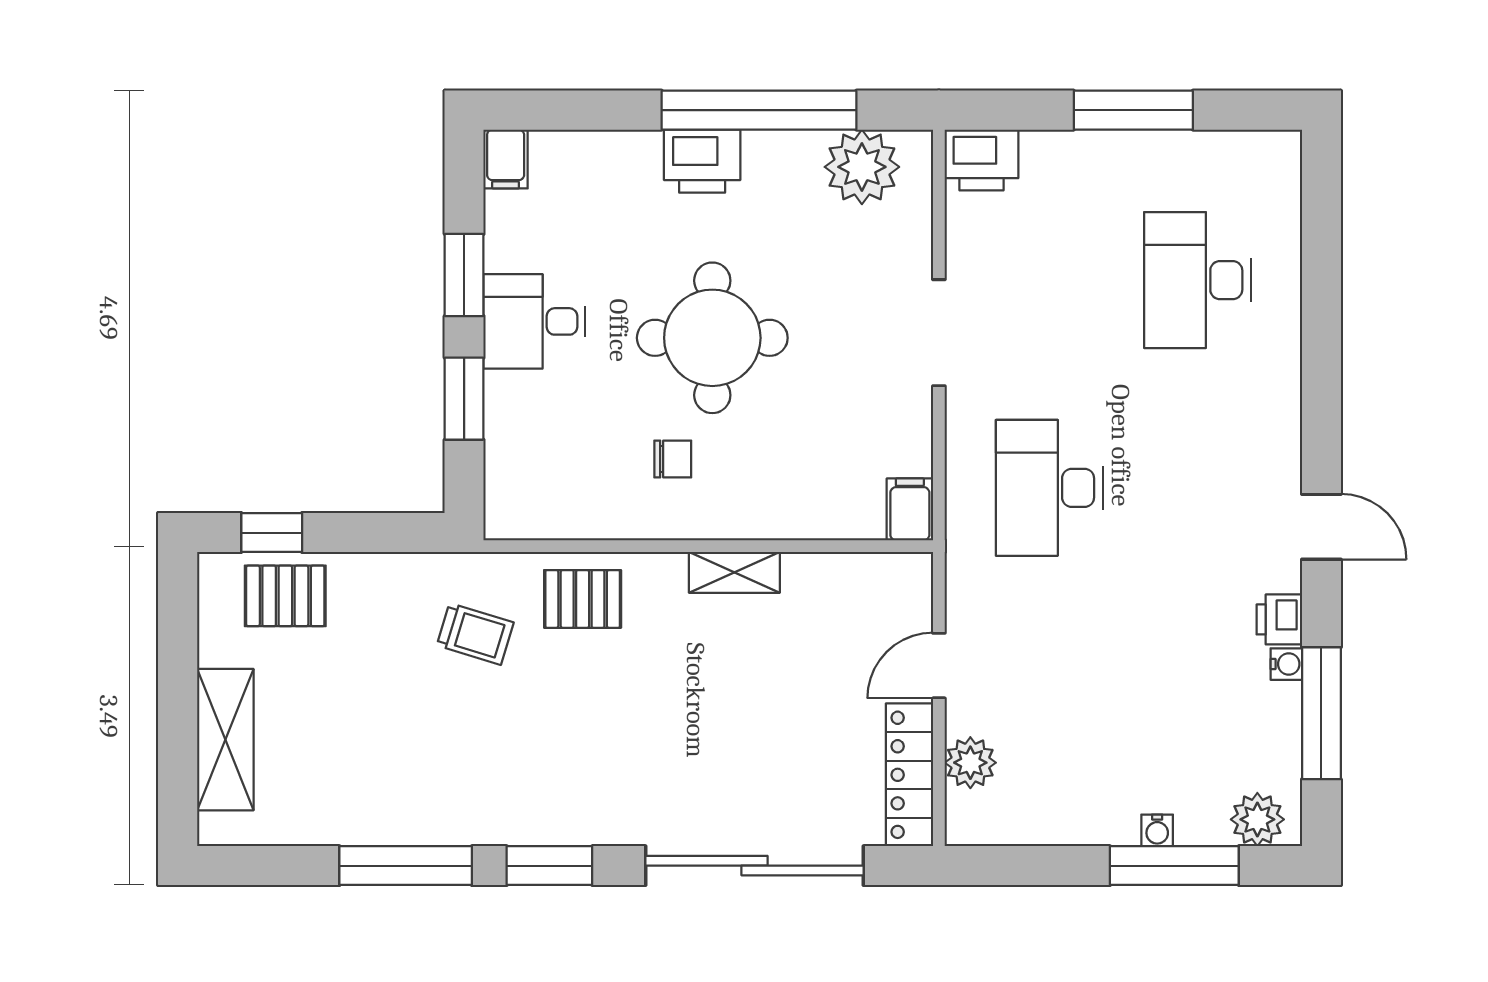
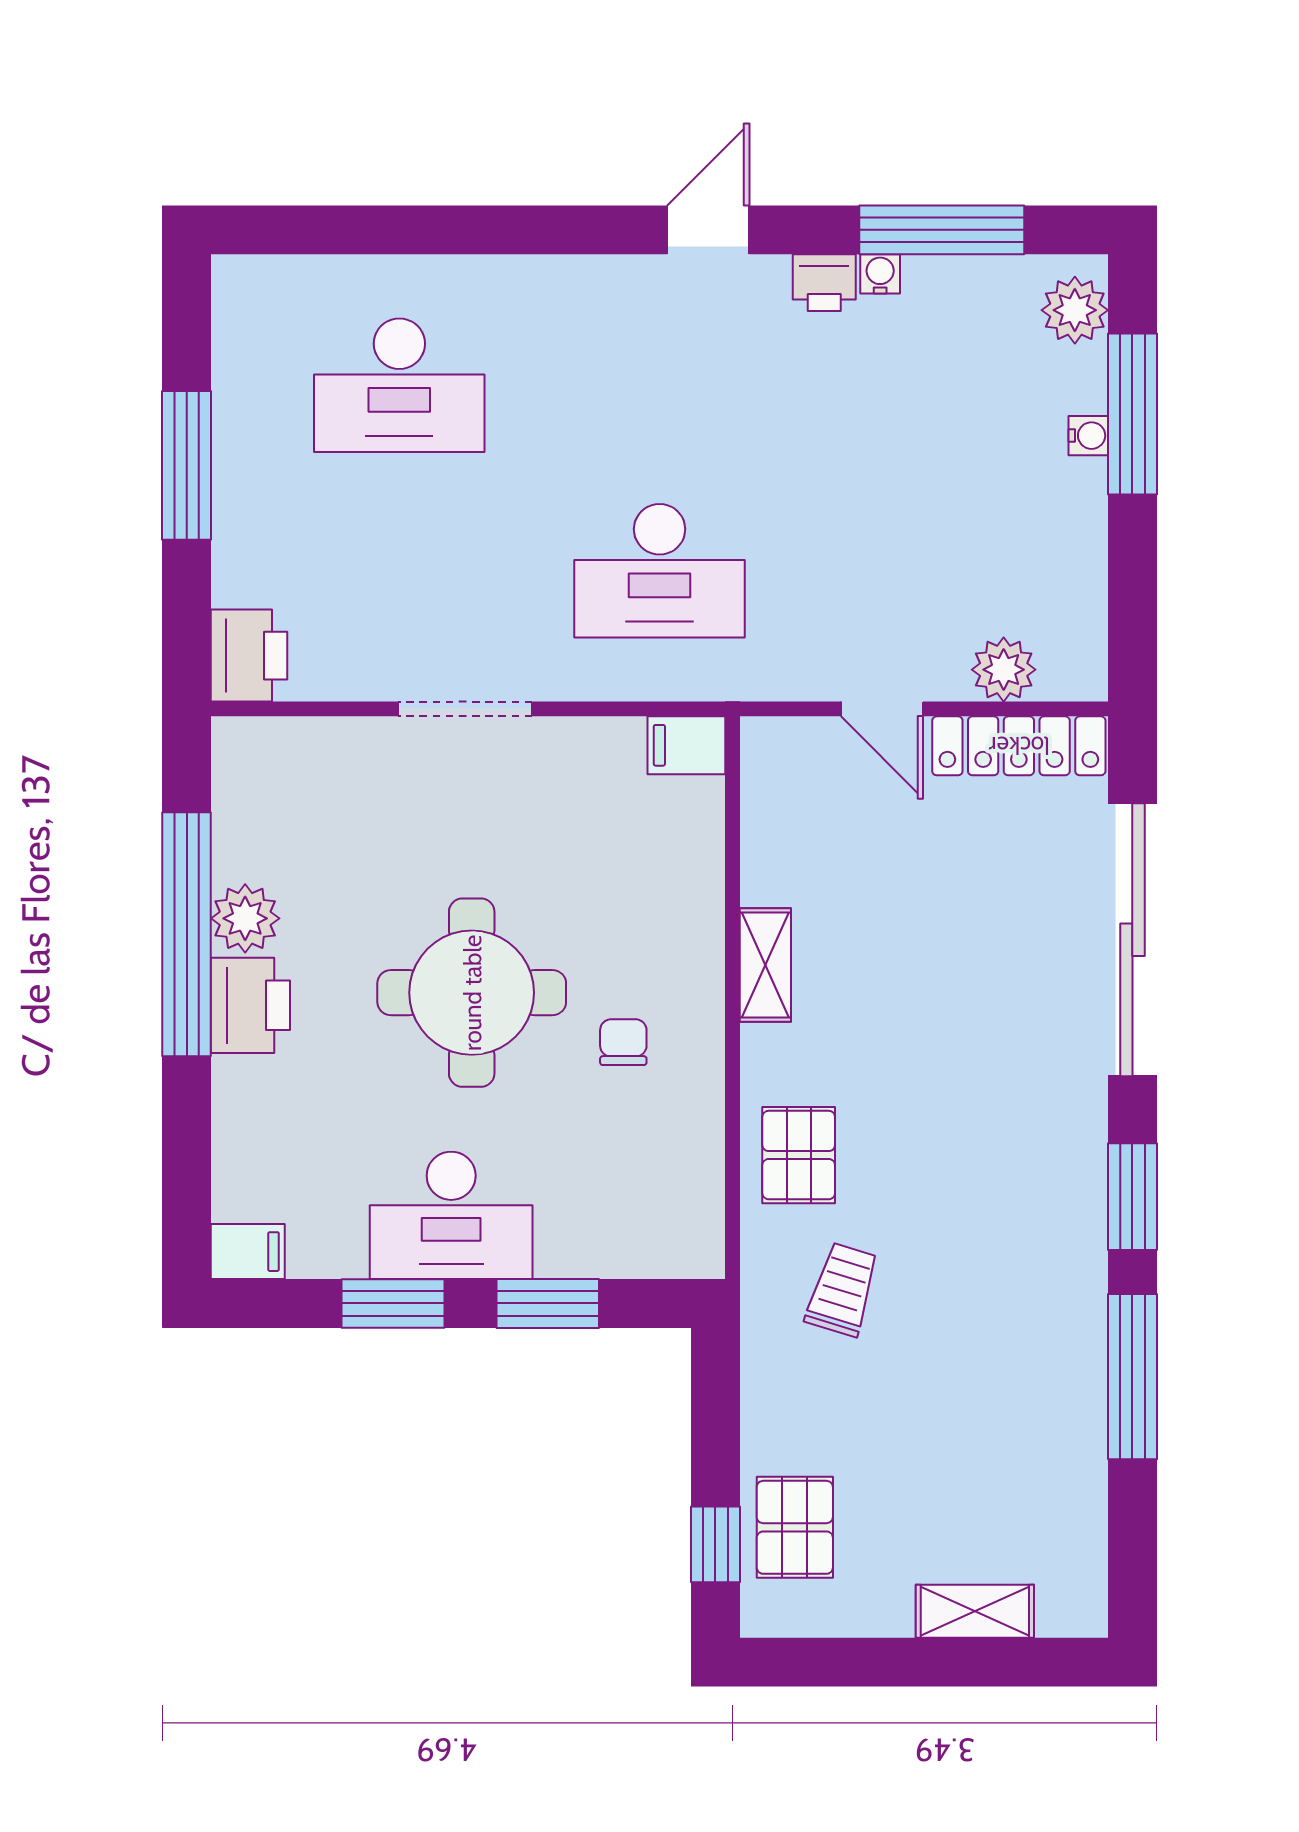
plant: (862, 167) -> (245, 918), moved, width x0.73, depth x0.73
desk: (534, 321) -> (451, 1215), width x1.37
shelving: (225, 740) -> (975, 1611), width x0.67, depth x0.75

